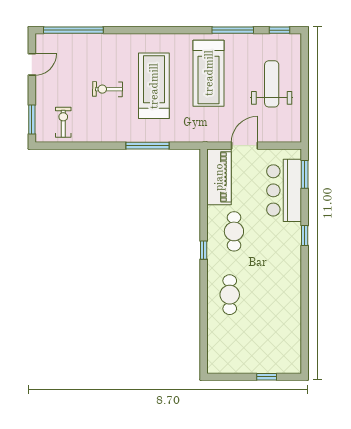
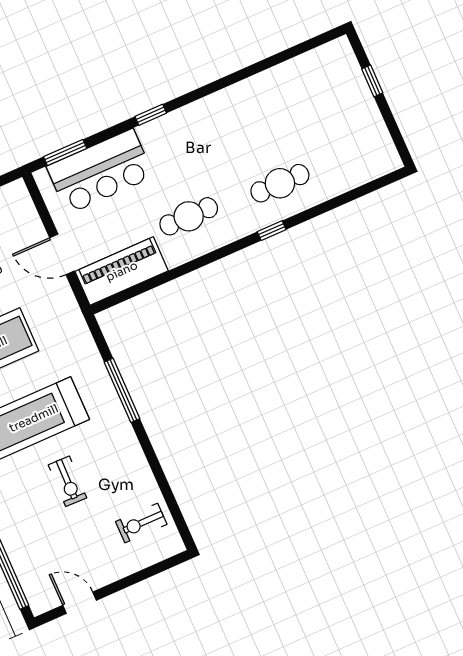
window: (32, 119) -> (157, 569), removed
window: (204, 250) -> (272, 231), moved

